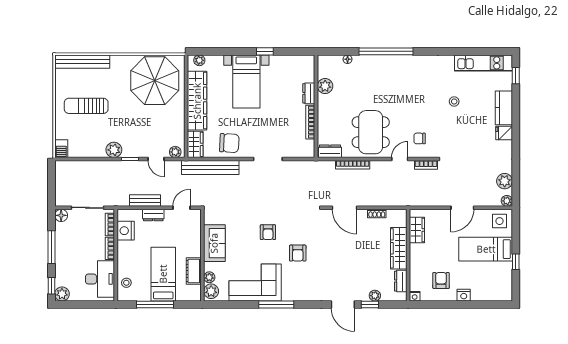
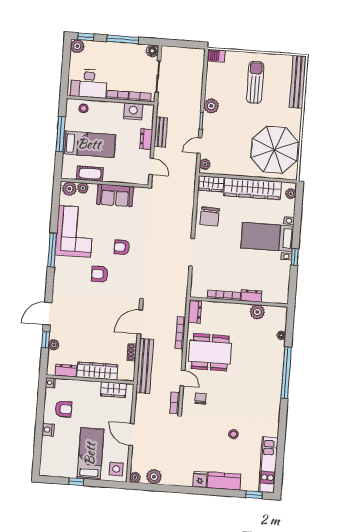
bench: (210, 167) -> (145, 366), moved

